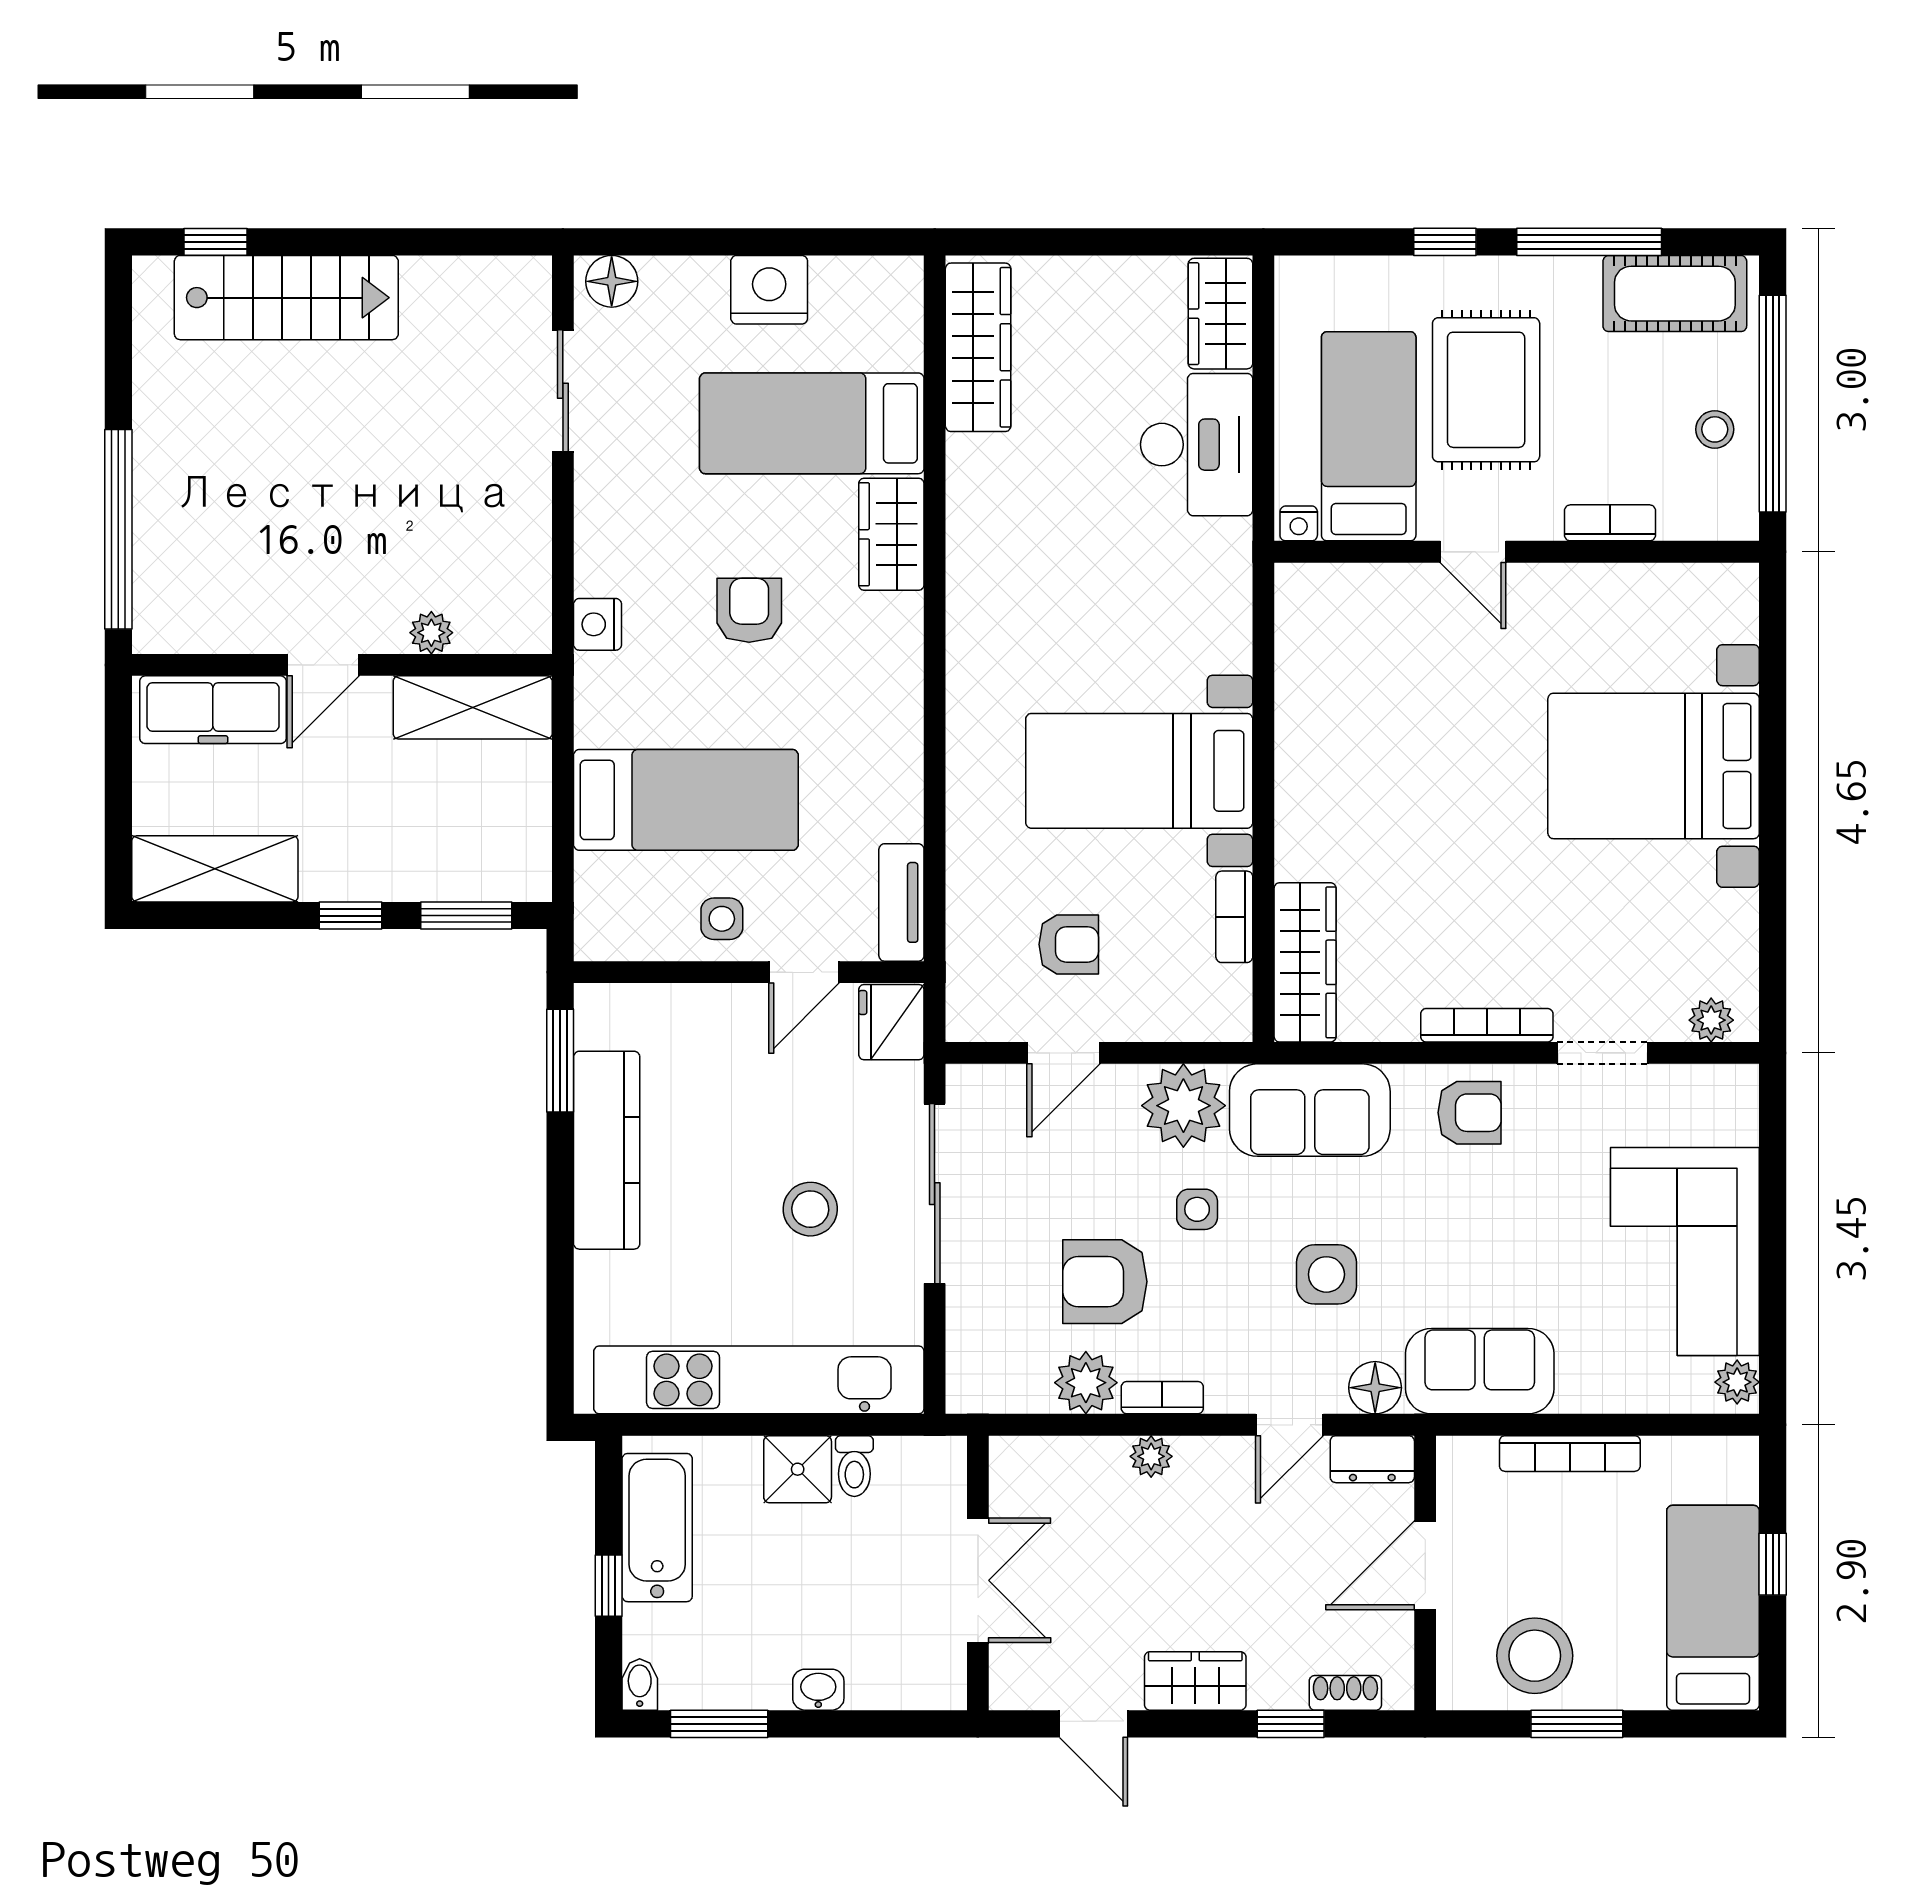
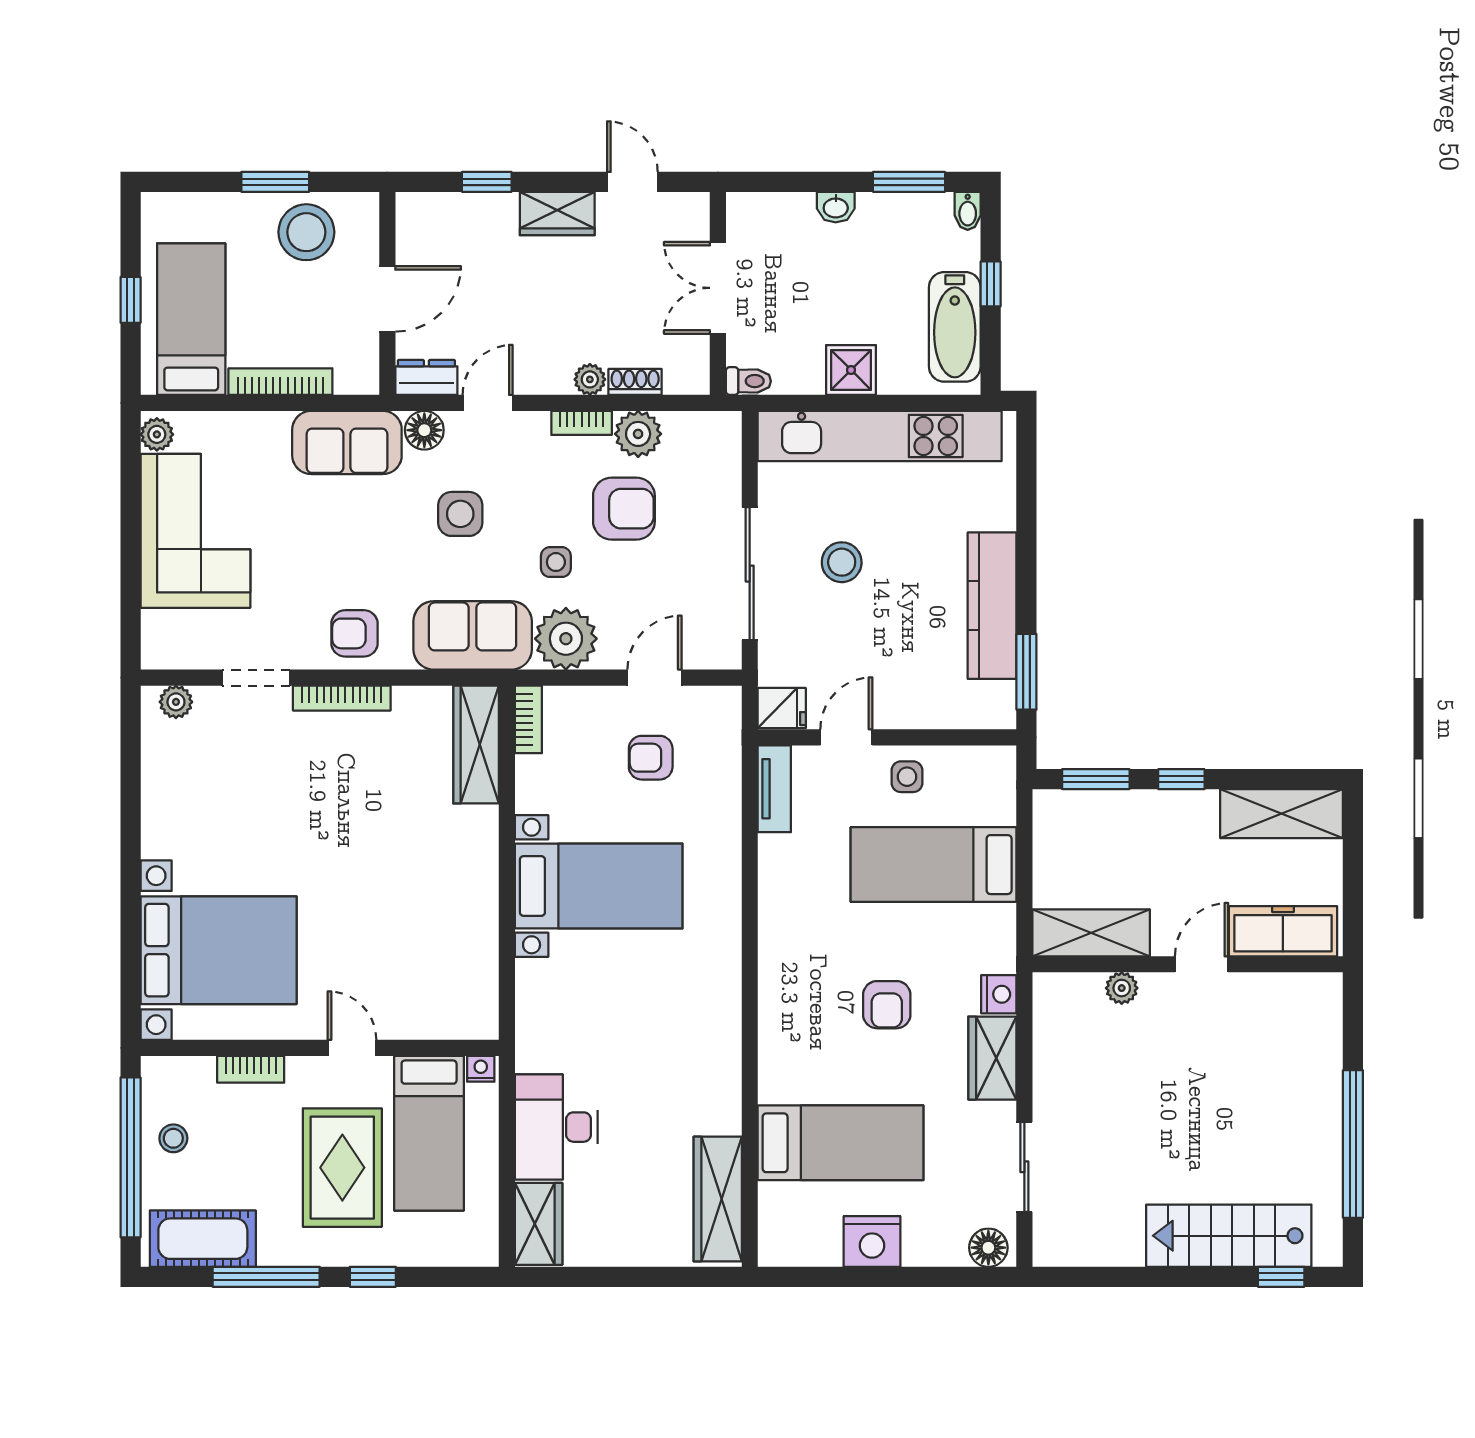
window: (118, 529) -> (1353, 1144), moved
wardrobe: (891, 534) -> (992, 1058), moved, turned 180
bed with nightstands: (1654, 766) -> (219, 950), moved
bookcase: (1234, 917) -> (528, 719), moved
fridge: (891, 1022) -> (782, 708), width x0.72
toilet: (854, 1466) -> (748, 381), moved, turned 90
bed: (1713, 1608) -> (191, 319), moved, turned 180
shoe rack: (1345, 1693) -> (635, 382), moved, turned 180

